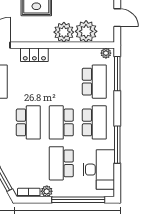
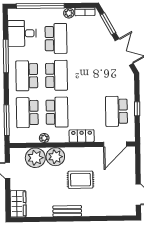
plant: (106, 53) -> (44, 138), moved
school desk: (28, 122) -> (57, 112), moved, turned 180
desk: (99, 170) -> (22, 33), width x0.73

